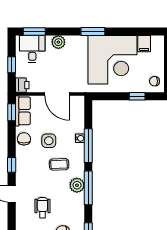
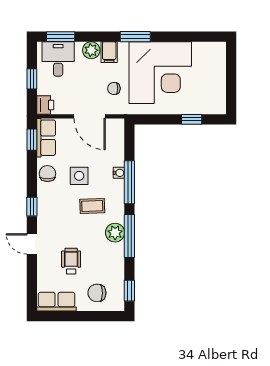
filing cabinet: (144, 44) -> (109, 52), moved
chair: (154, 81) -> (114, 88), moved

